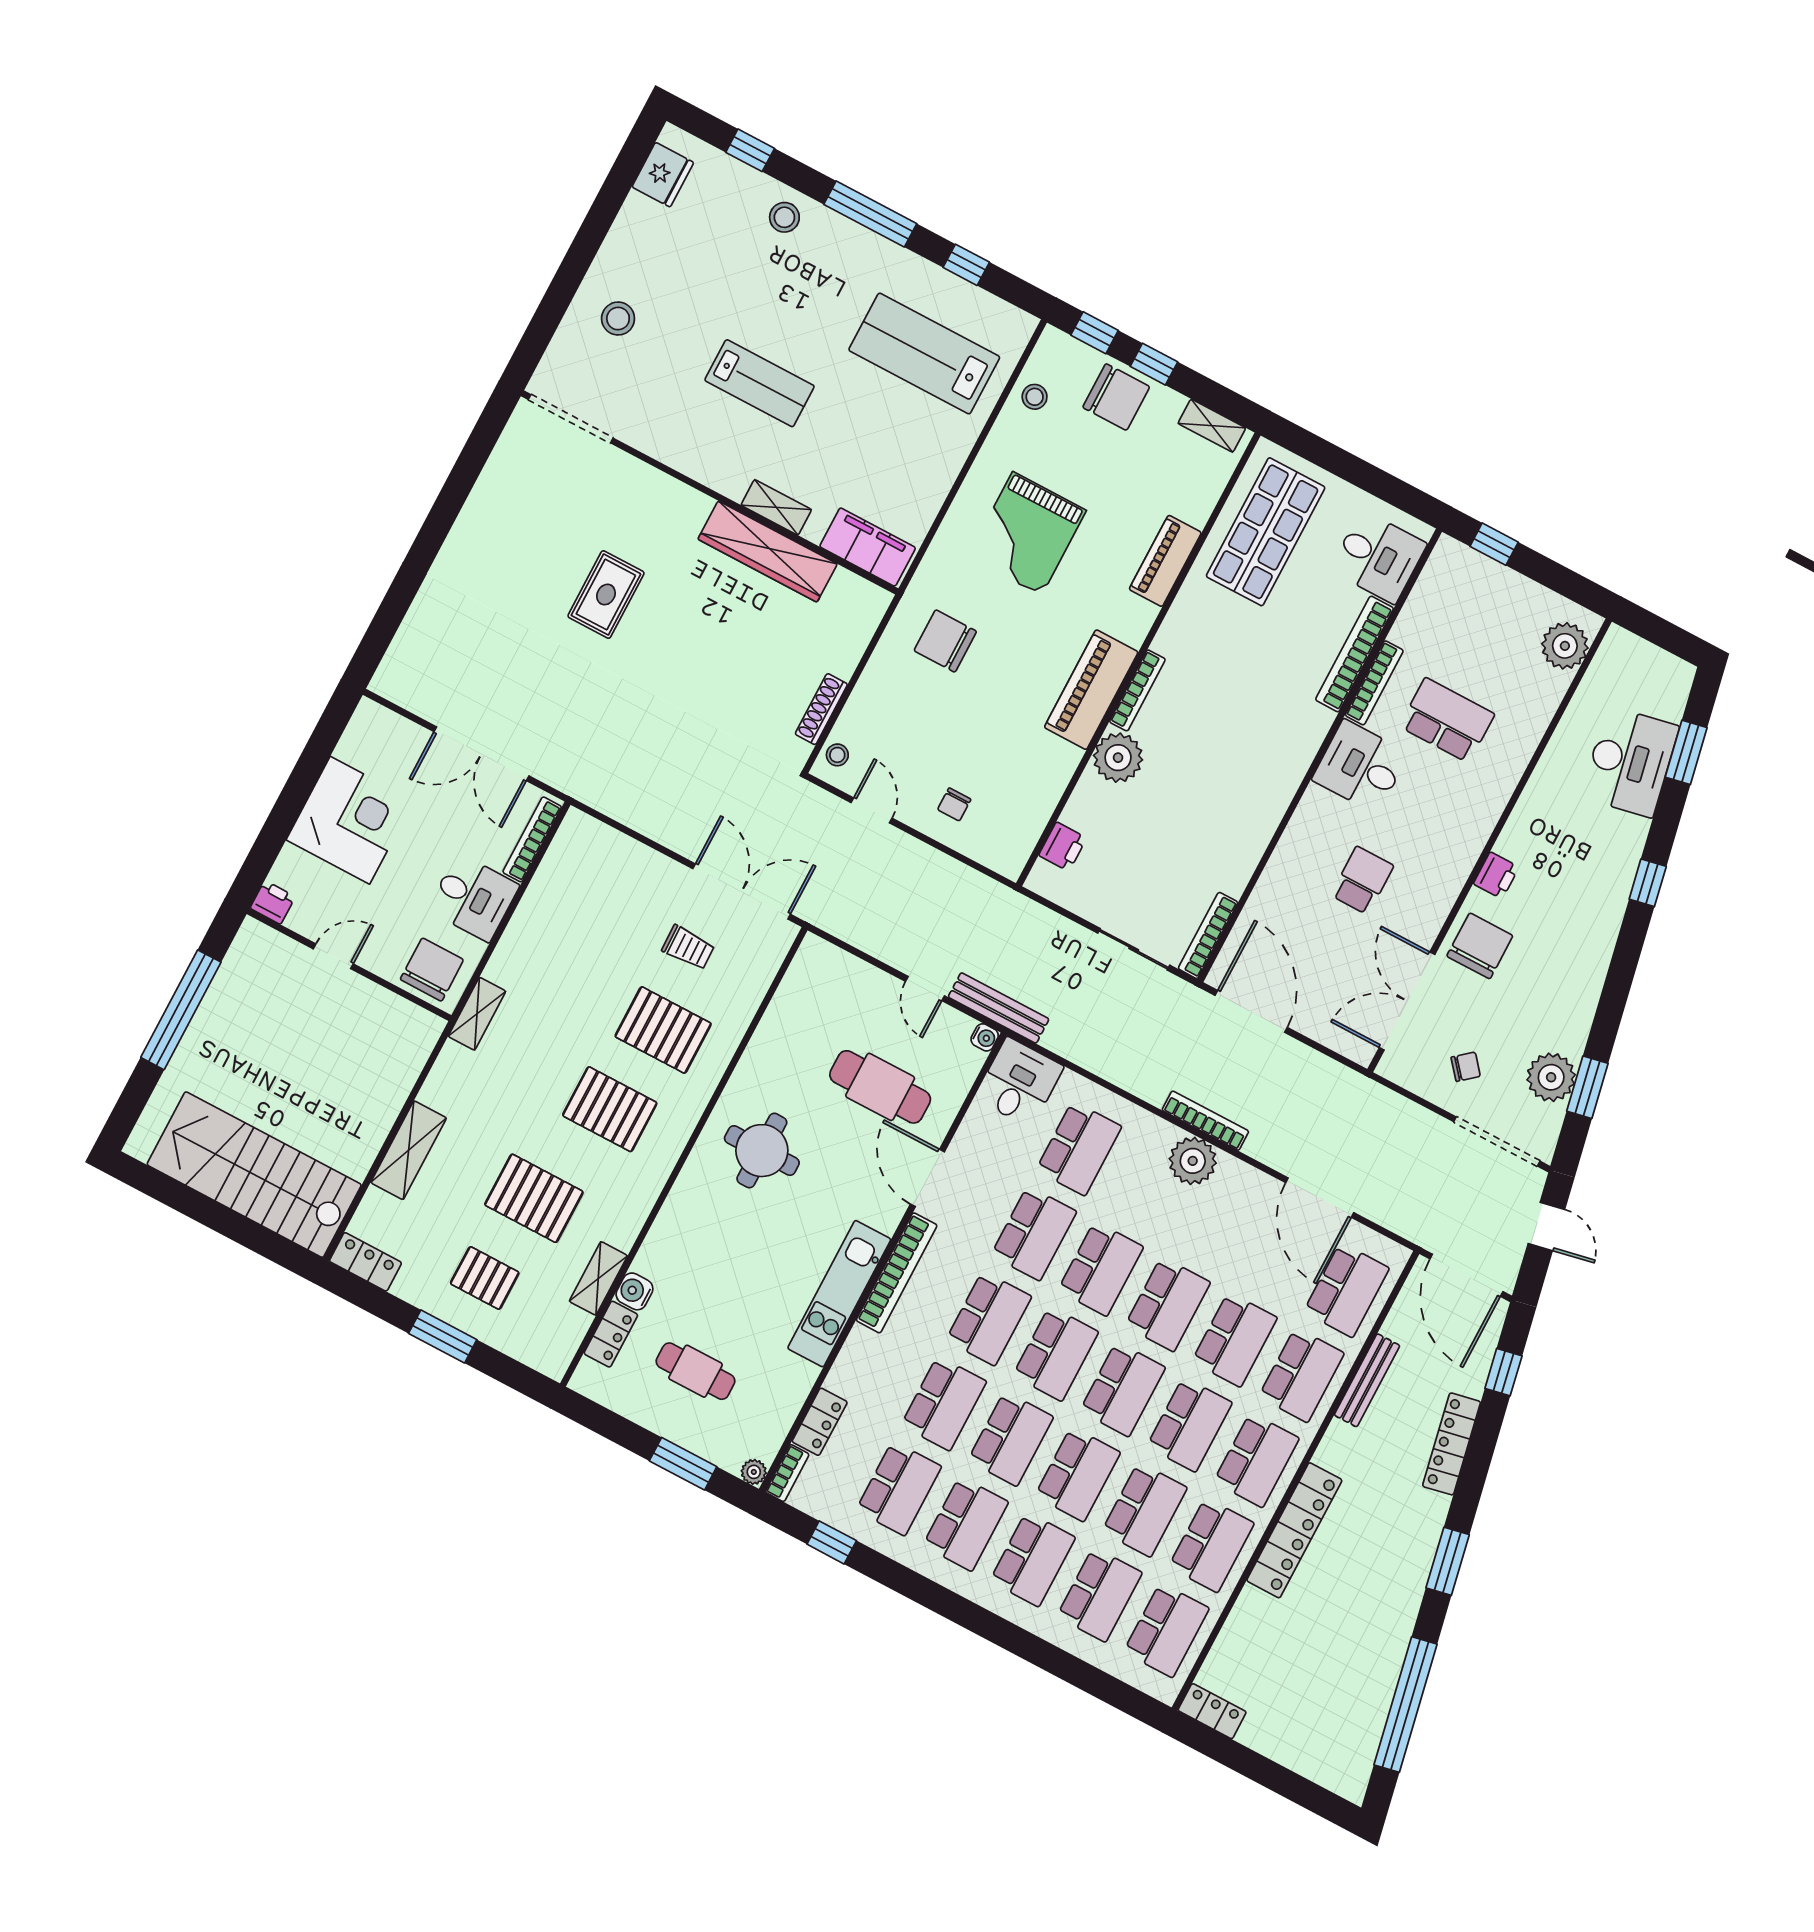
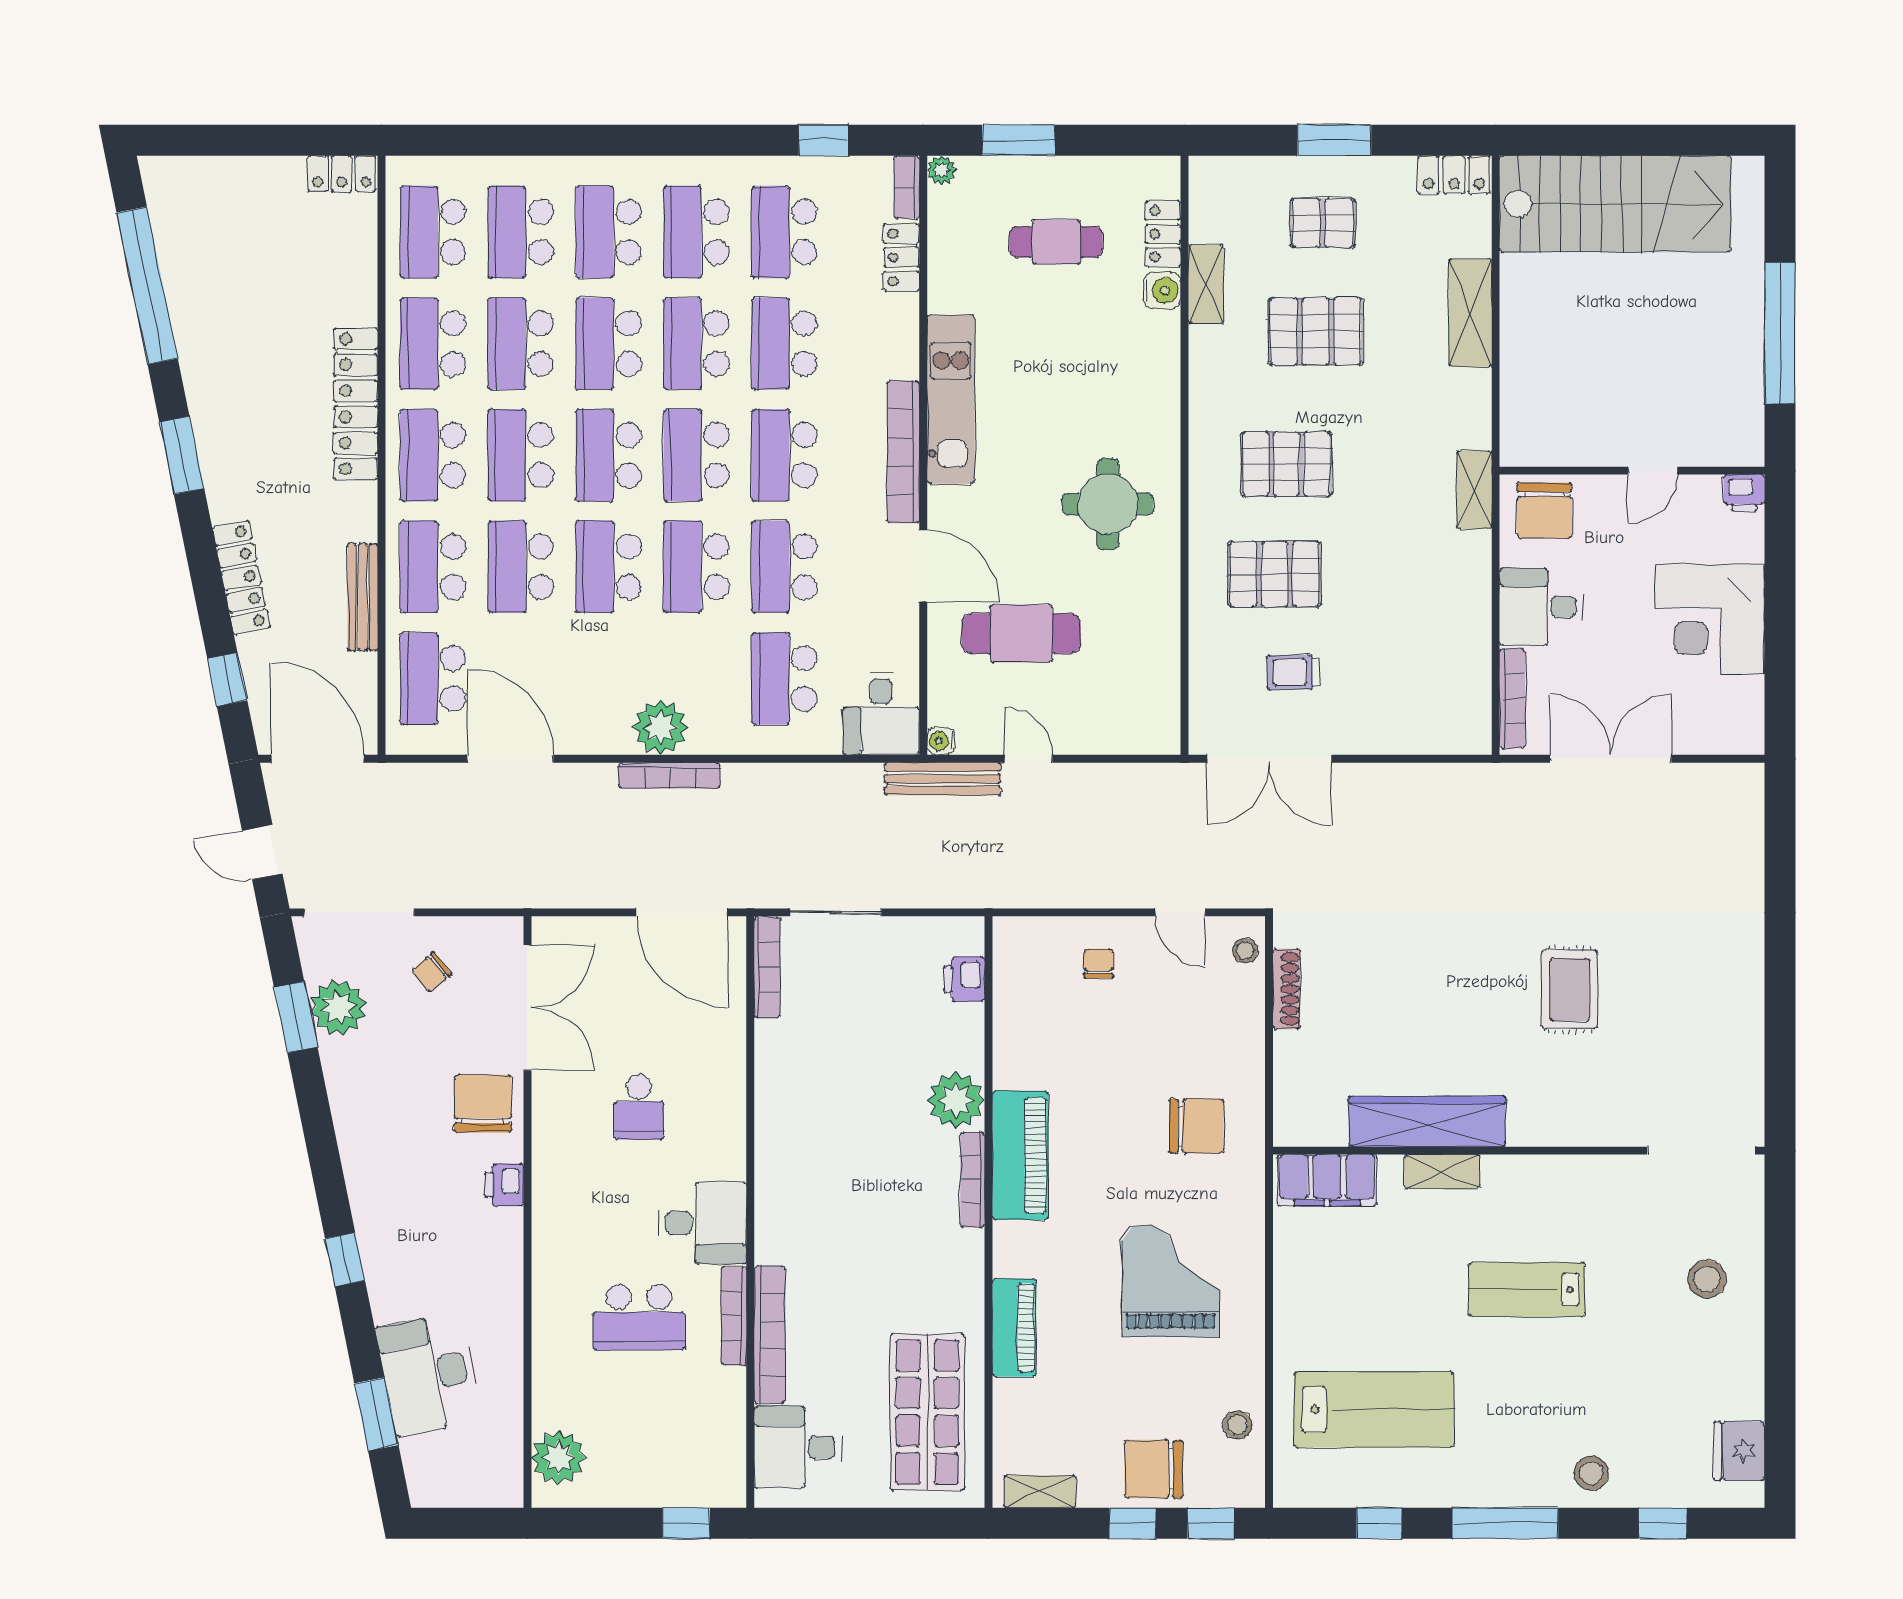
chair: (1480, 946) -> (483, 1104), turned 180

